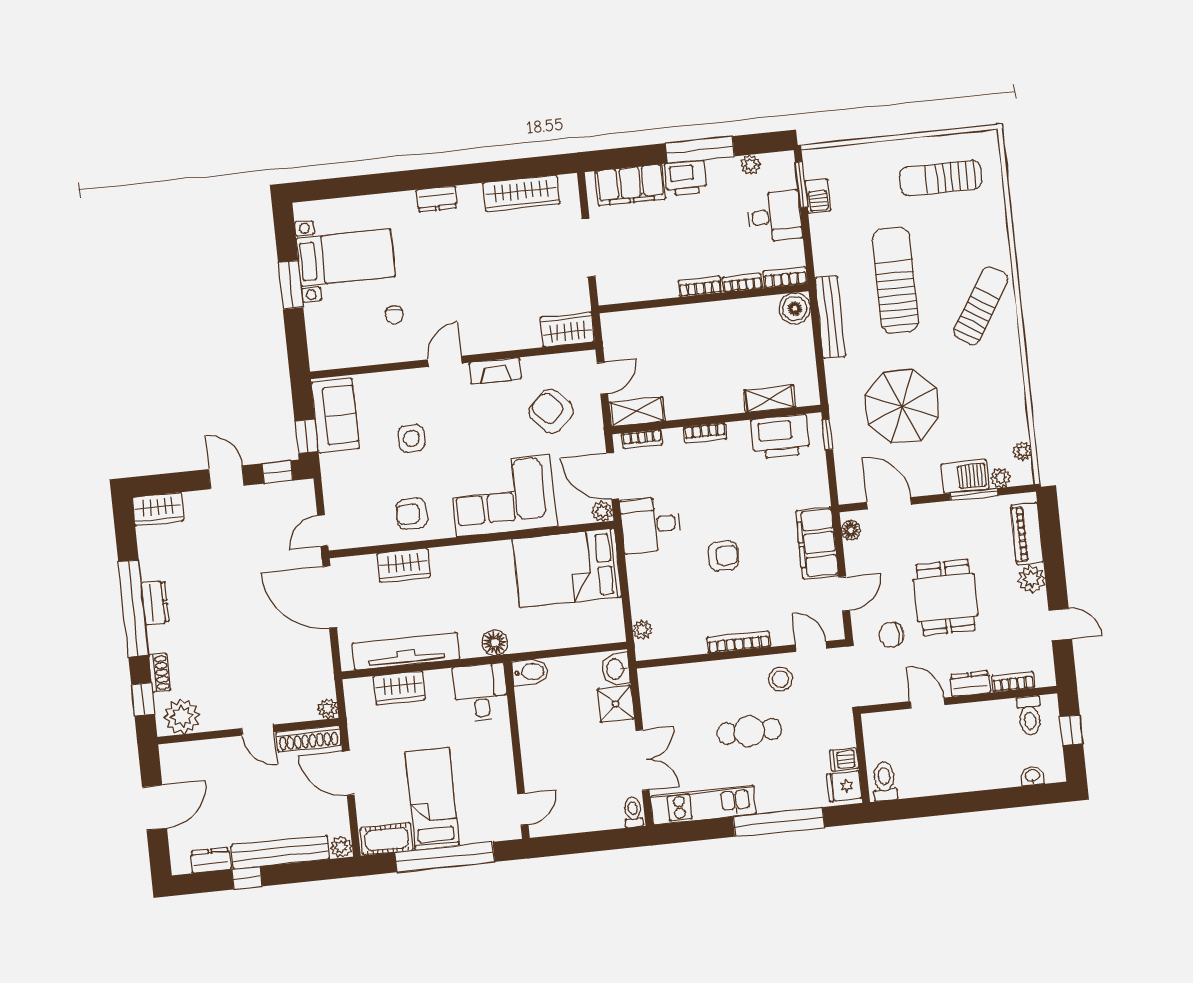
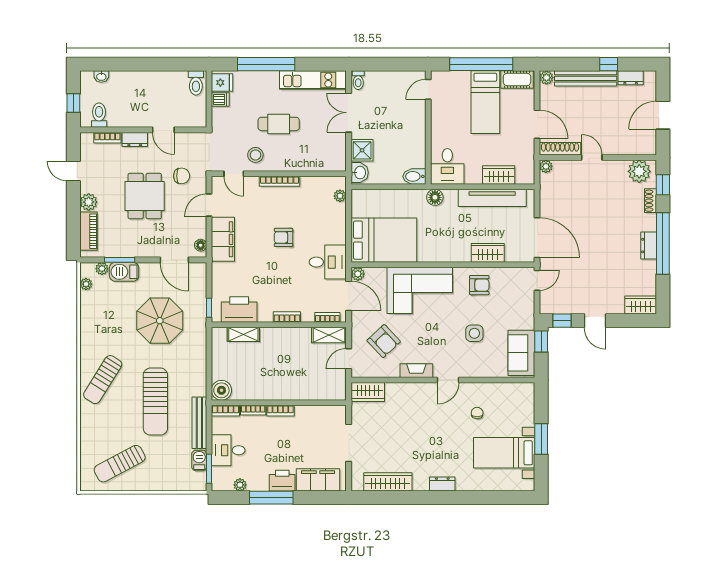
sun lounger: (941, 178) -> (120, 464), turned 152
bench: (830, 317) -> (199, 423), moved

